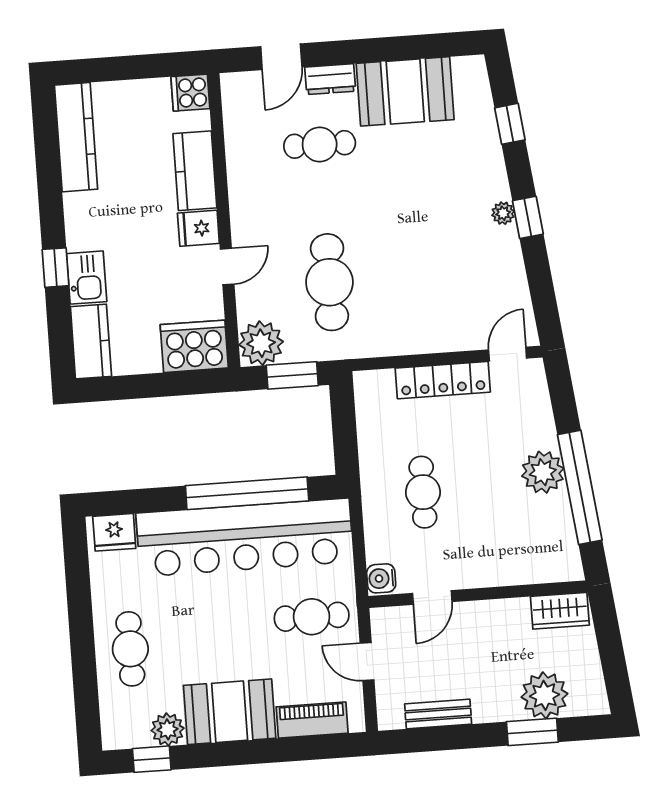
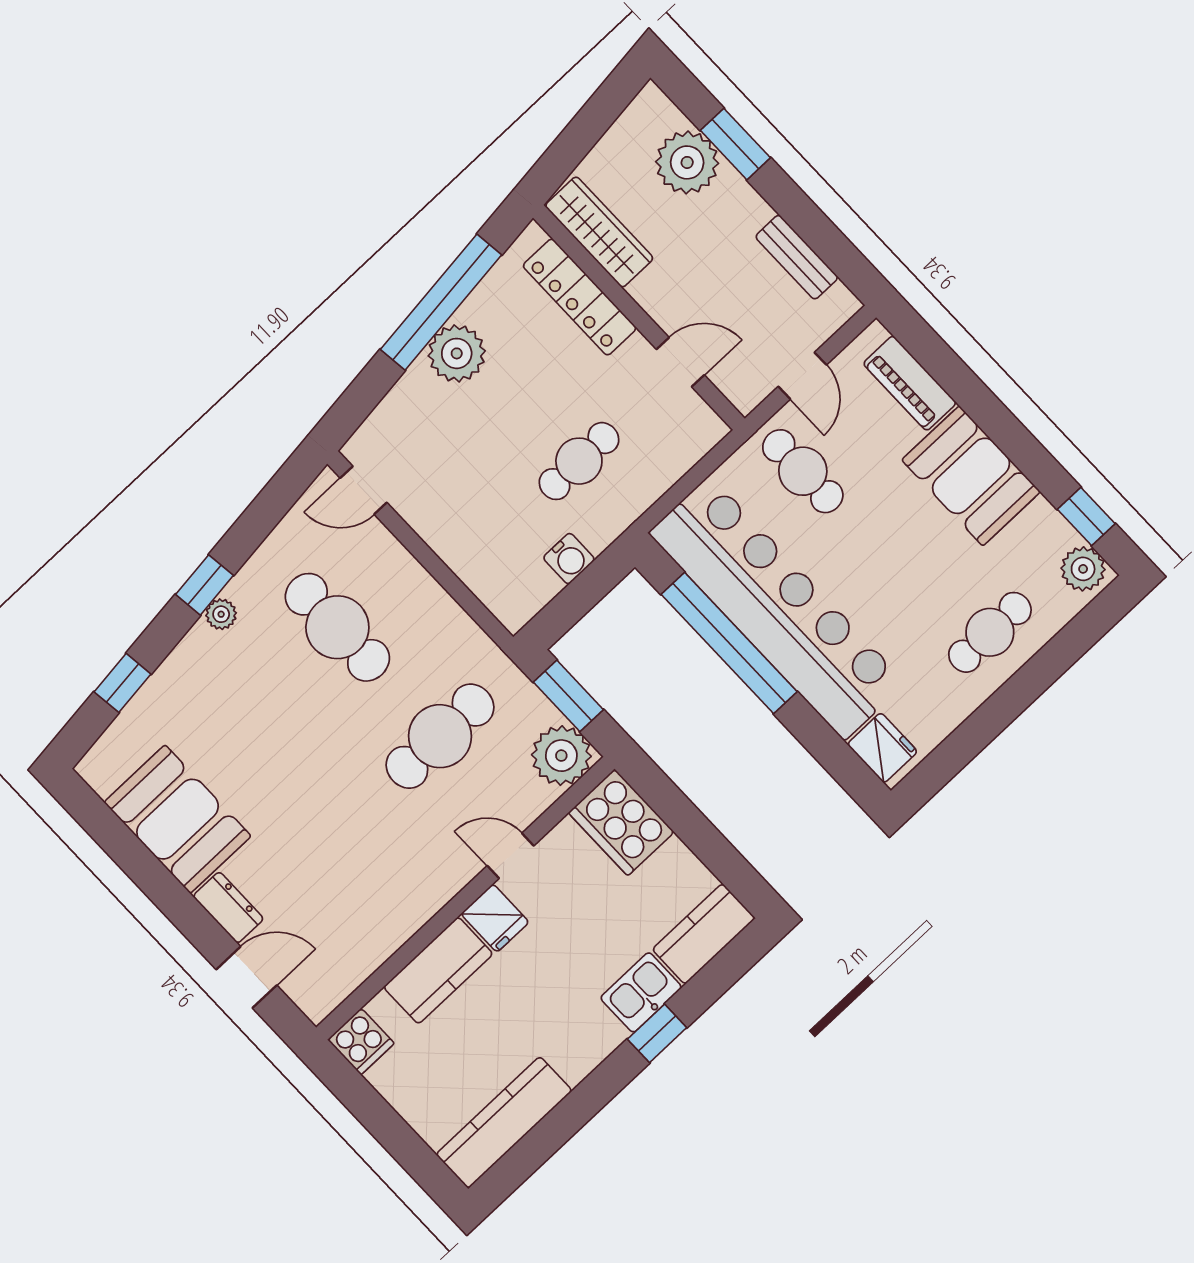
cafe table: (320, 144) -> (337, 627), moved, width x1.37, depth x1.35
locker: (443, 380) -> (580, 297), moved, turned 180
water cooler: (381, 578) -> (569, 559), moved
wardrobe: (560, 611) -> (599, 232), width x1.50
plant: (168, 729) -> (1083, 569), moved

